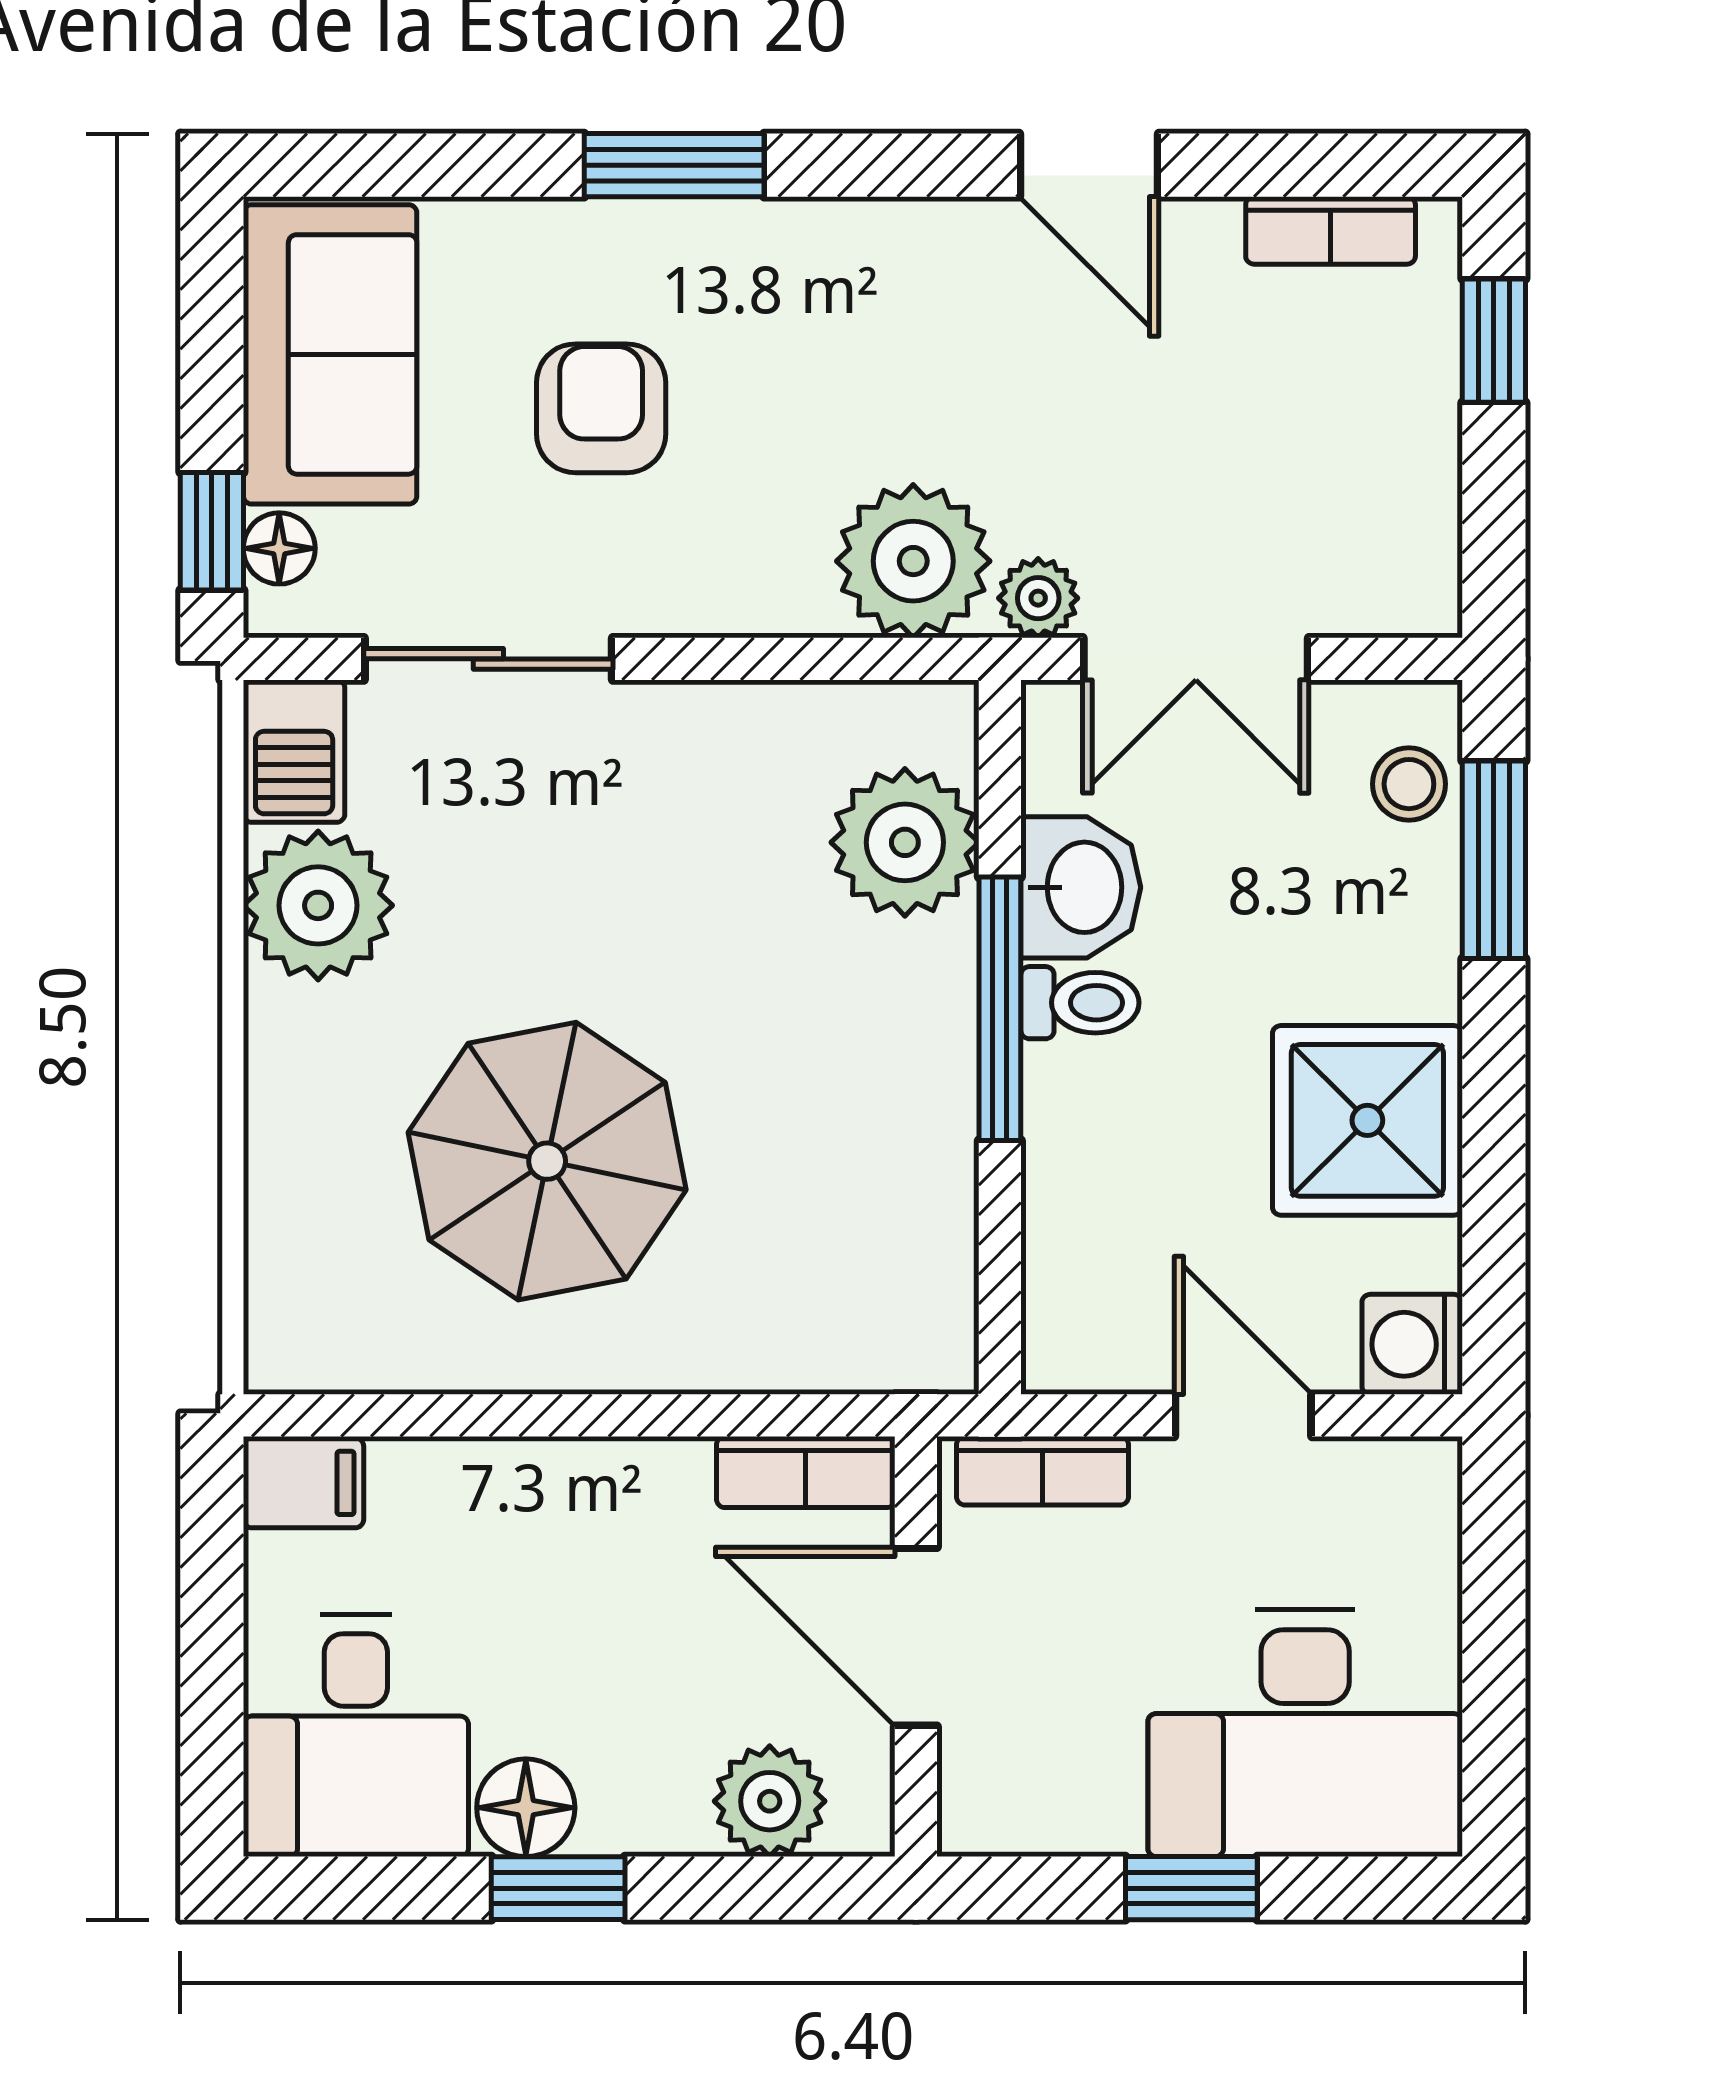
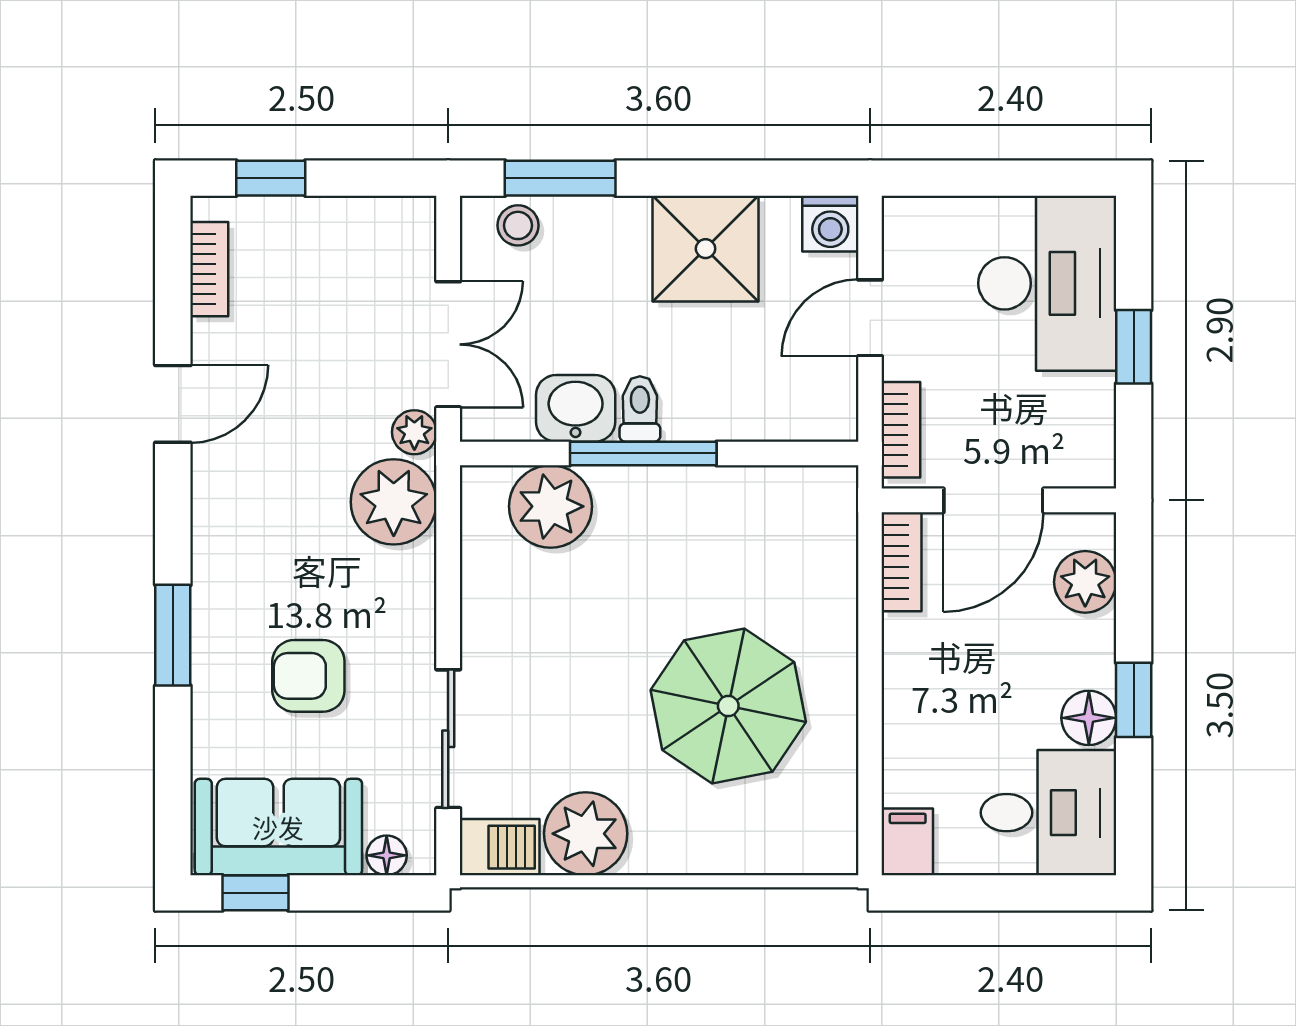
window: (212, 531) -> (255, 893), moved

